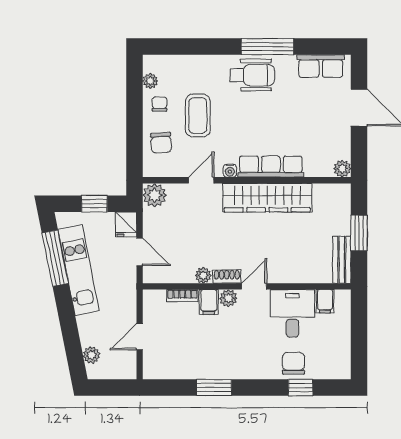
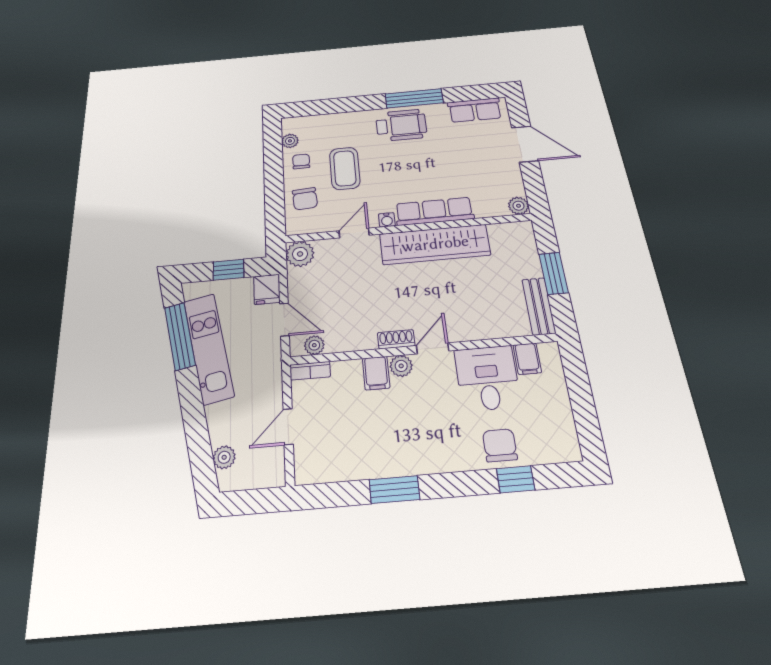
plant: (203, 275) -> (314, 345), moved
bookcase: (182, 296) -> (310, 371), moved

